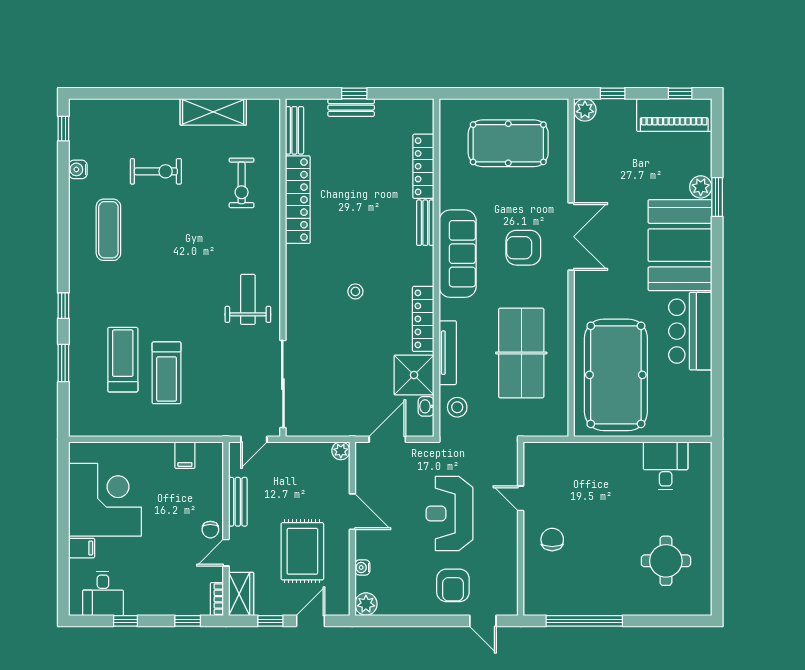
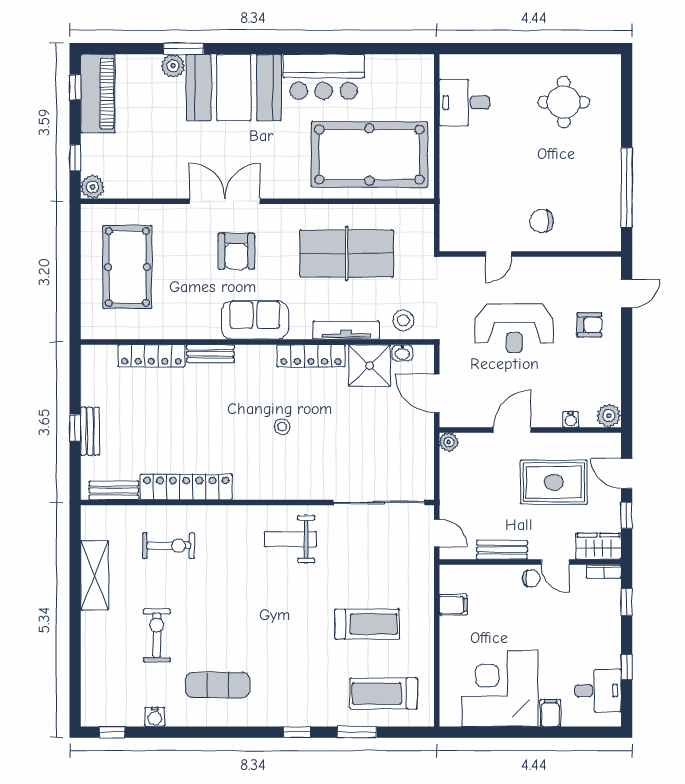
sofa: (458, 254) -> (255, 320), width x0.73
treadmill: (123, 360) -> (383, 694), moved
armchair: (453, 585) -> (589, 325), width x0.72, depth x0.72

